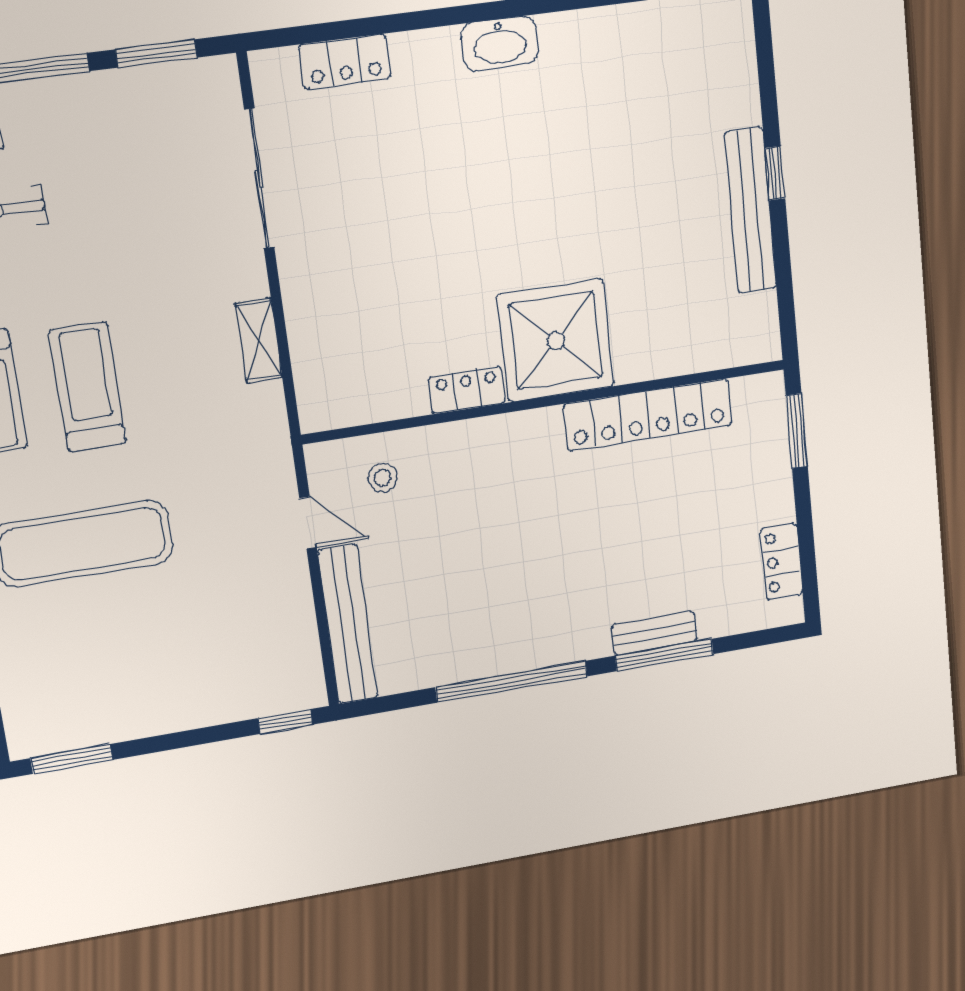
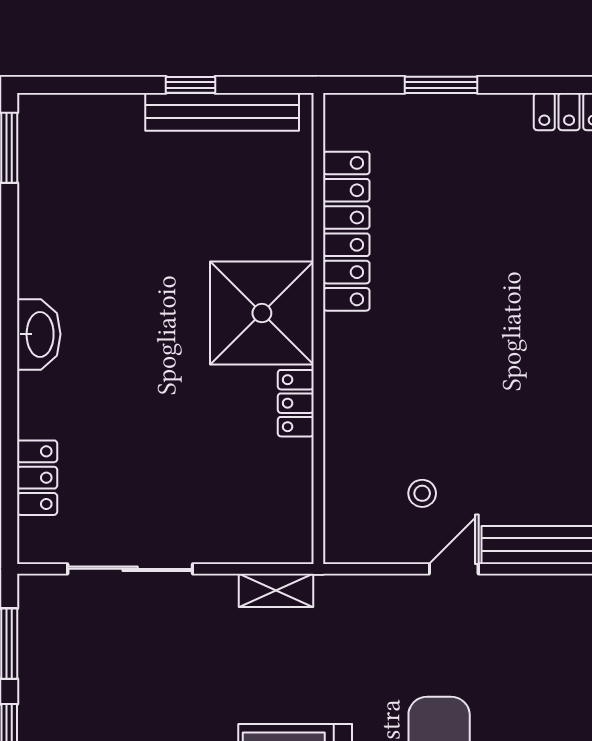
shower: (556, 341) -> (262, 313), moved
locker: (467, 390) -> (296, 403), moved
wall: (547, 402) -> (318, 328), moved
locker: (648, 415) -> (346, 231), moved

